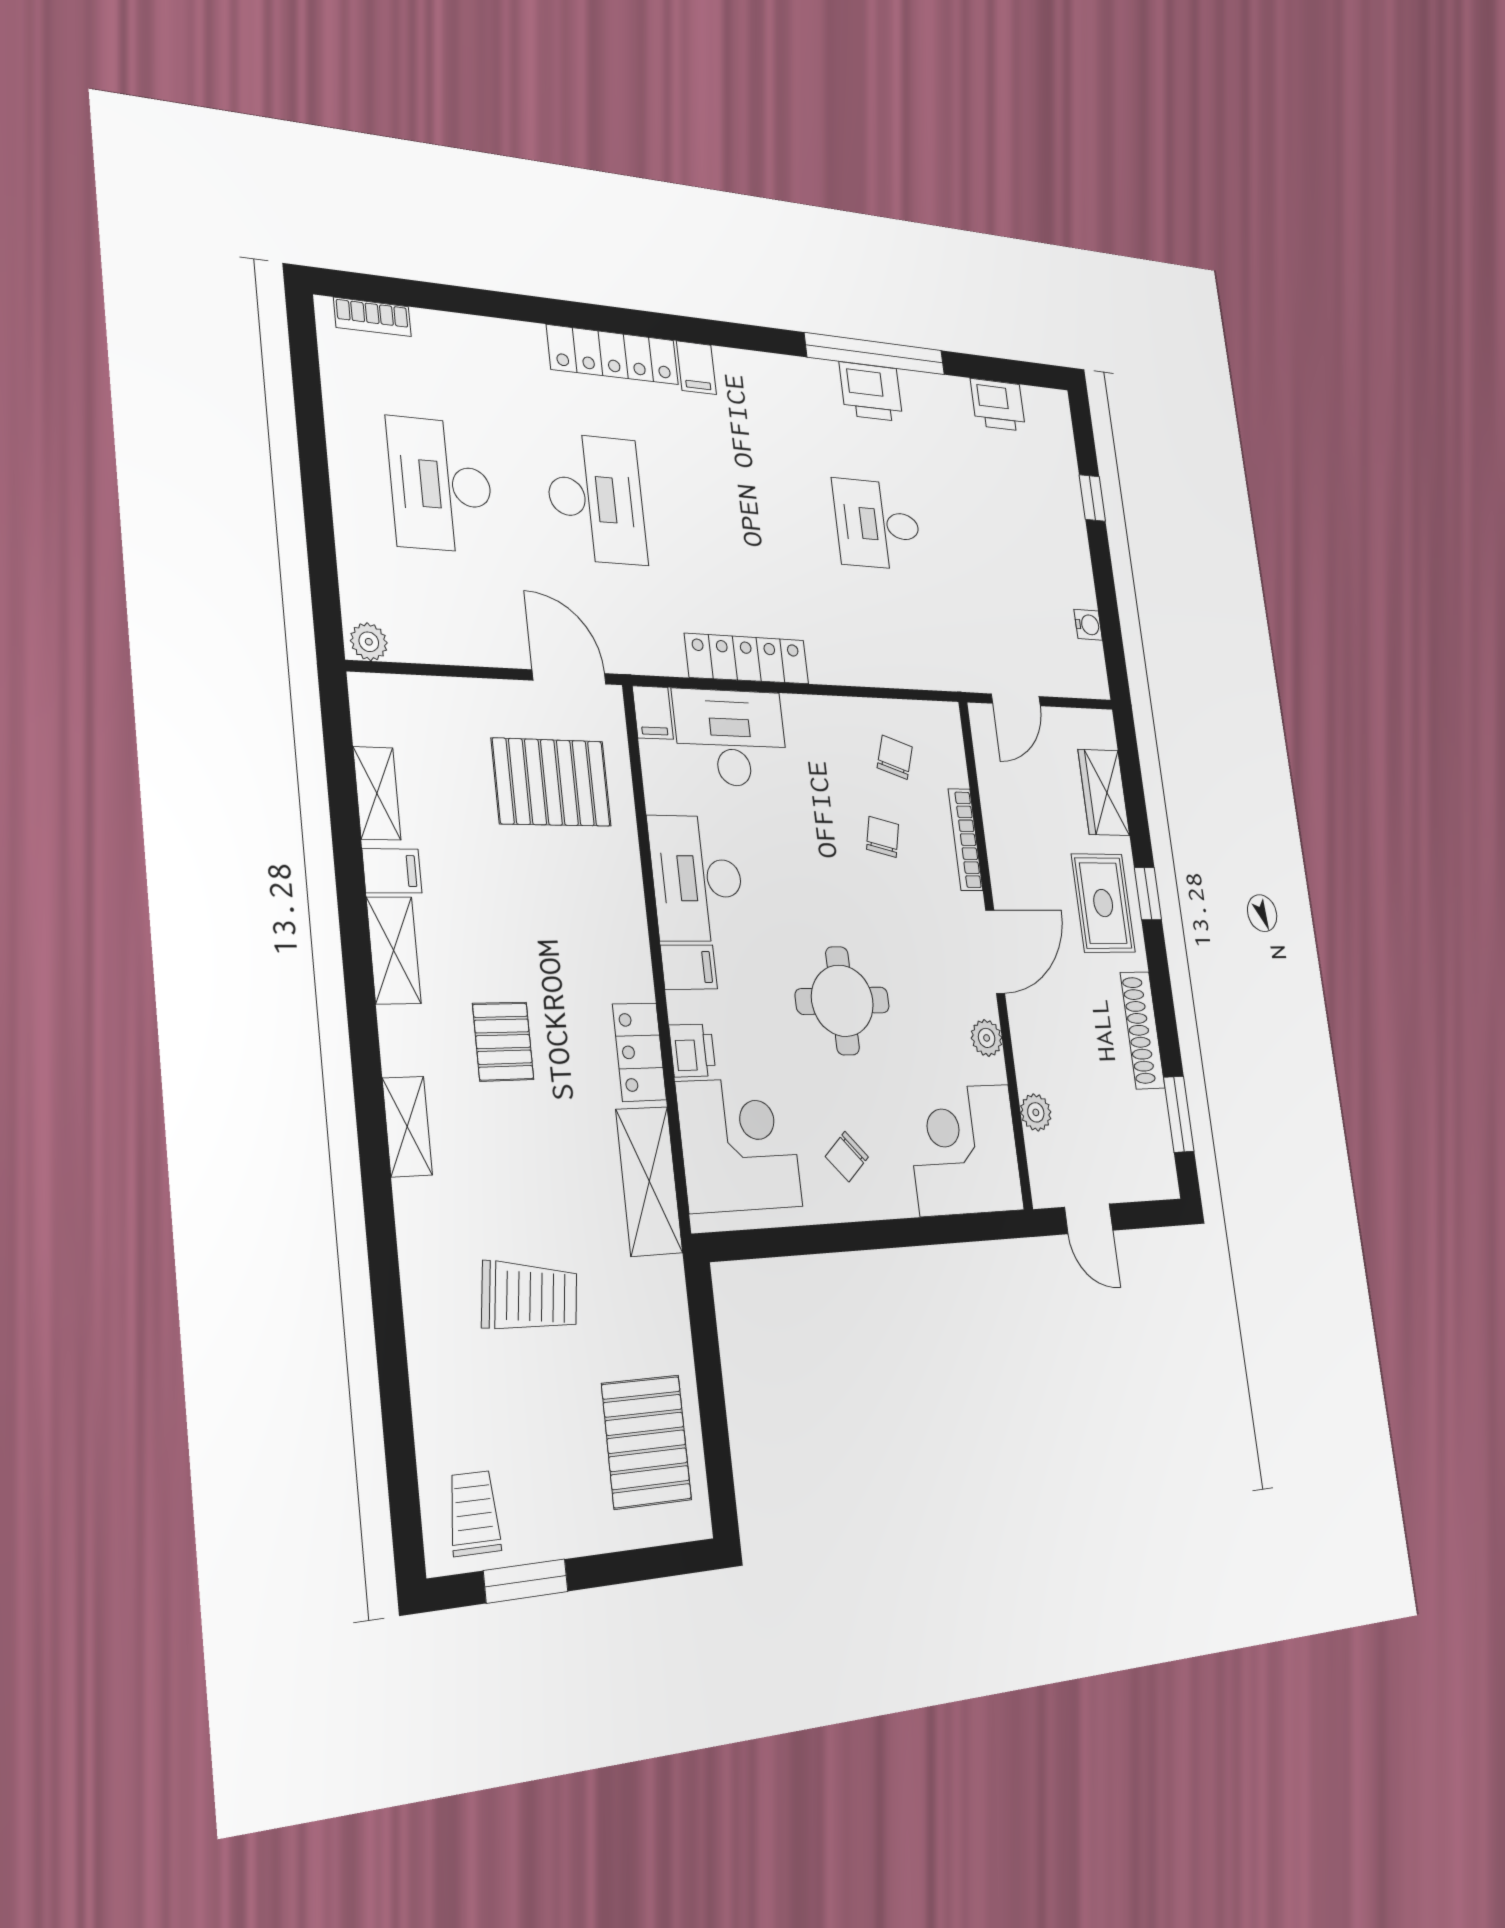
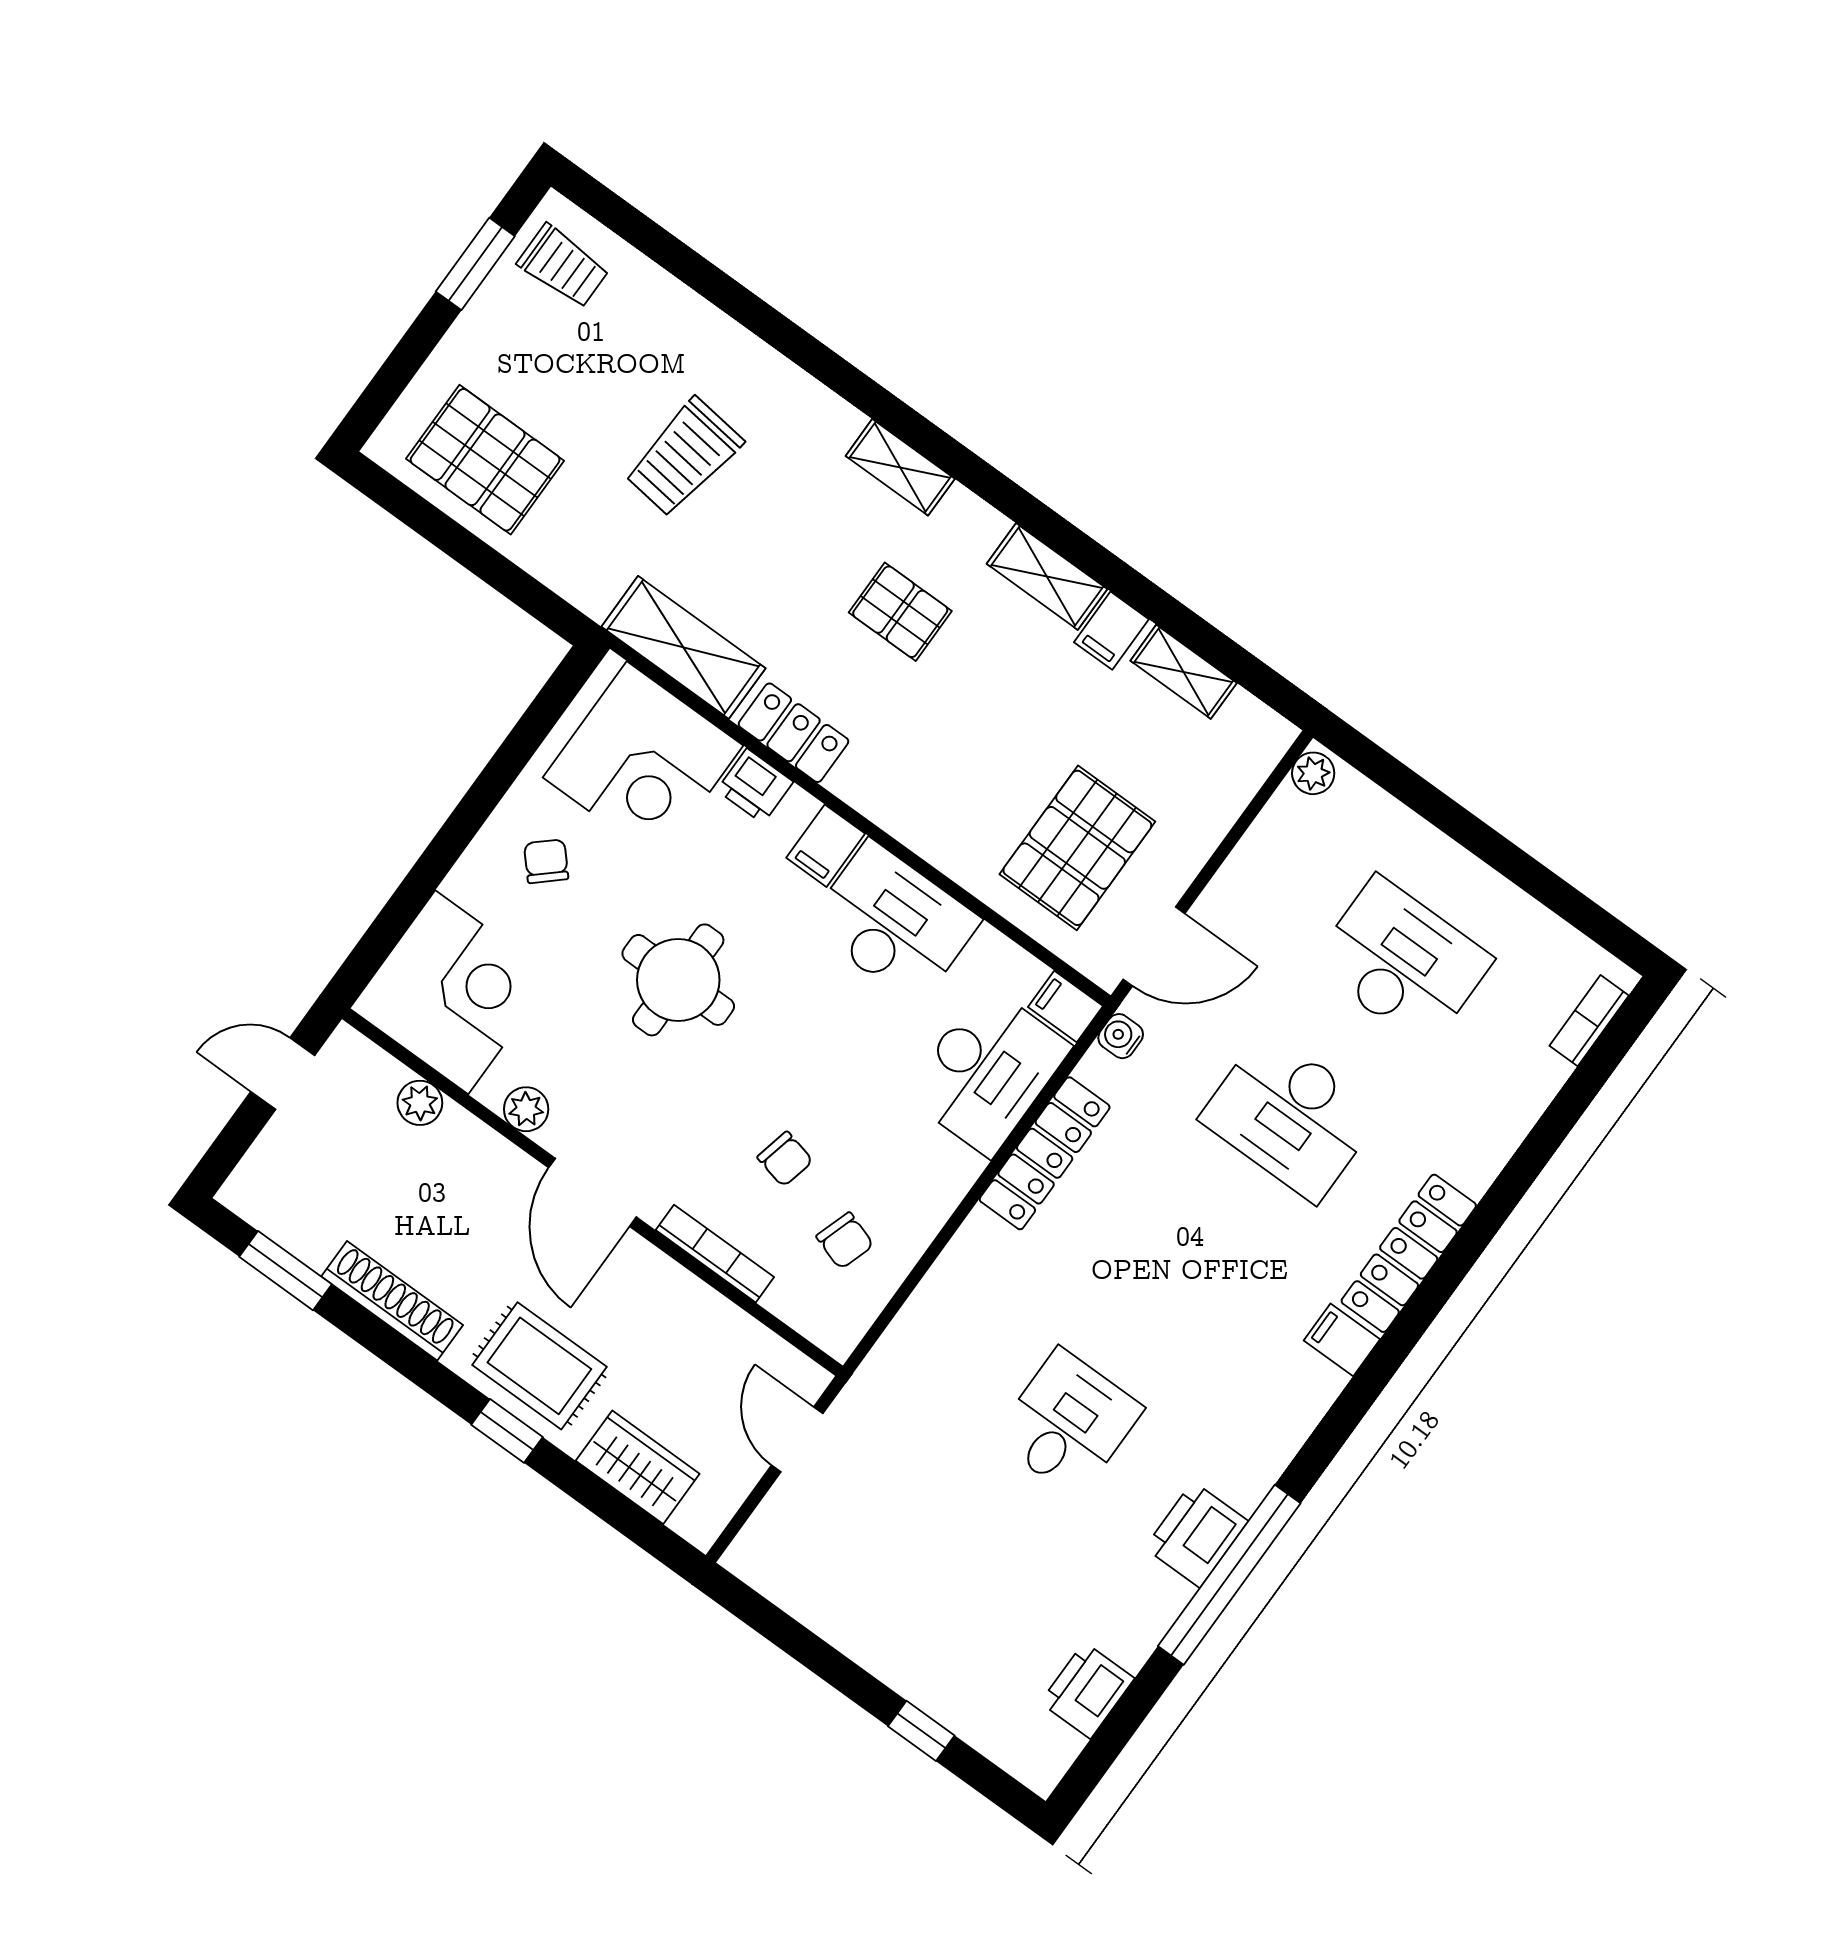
water cooler: (1088, 625) -> (1121, 1036), moved, turned 90

